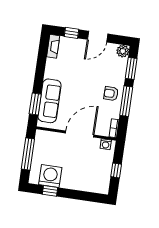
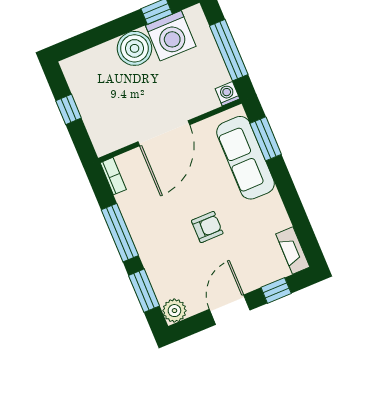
armchair: (111, 94) -> (207, 227), moved
washing machine: (106, 144) -> (227, 94), moved
boiler: (70, 180) -> (135, 48), added

